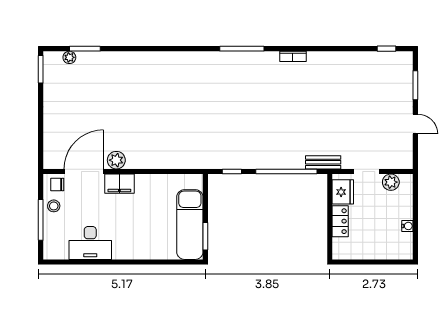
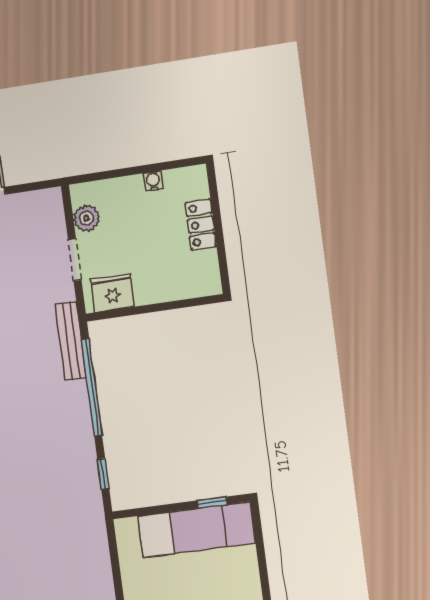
bench: (323, 162) -> (71, 341), width x1.36
locker: (340, 221) -> (201, 225), moved, turned -90
window: (205, 236) -> (212, 502), width x0.67

